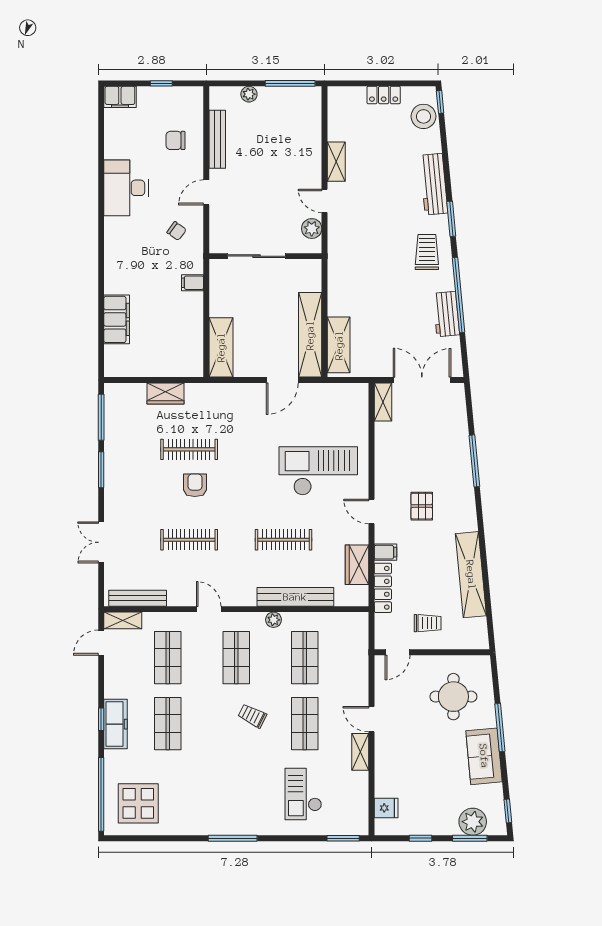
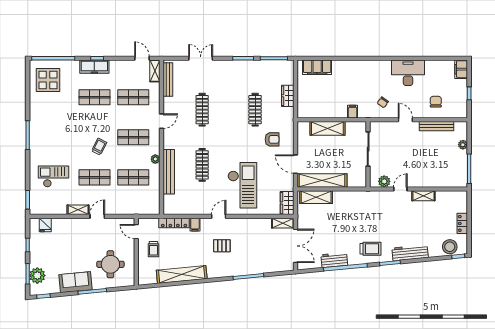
filing cabinet: (117, 319) -> (317, 67), moved
shelving: (221, 347) -> (327, 128), moved
armchair: (195, 485) -> (272, 139), moved
wardrobe: (357, 565) -> (287, 203), moved, turned -90

